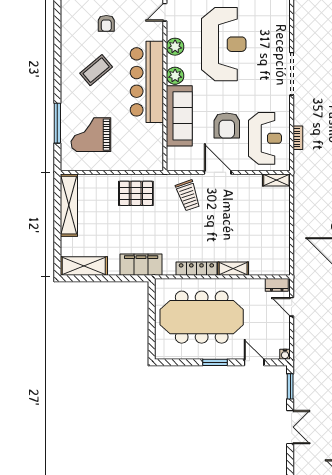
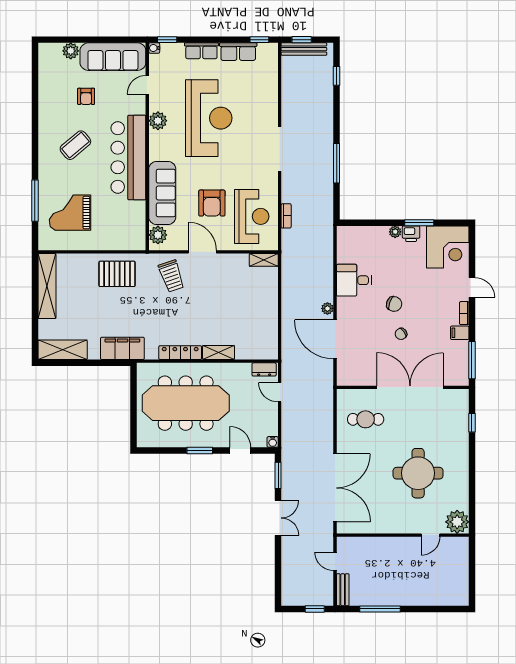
plant: (175, 76) -> (158, 235), moved

